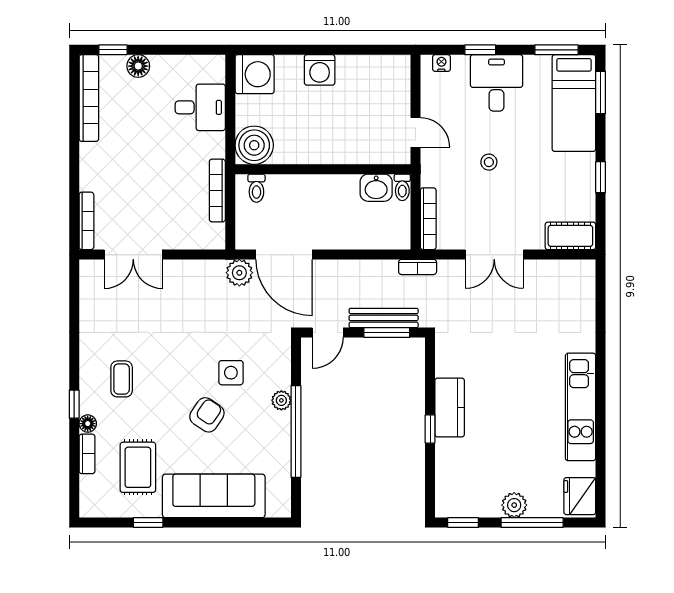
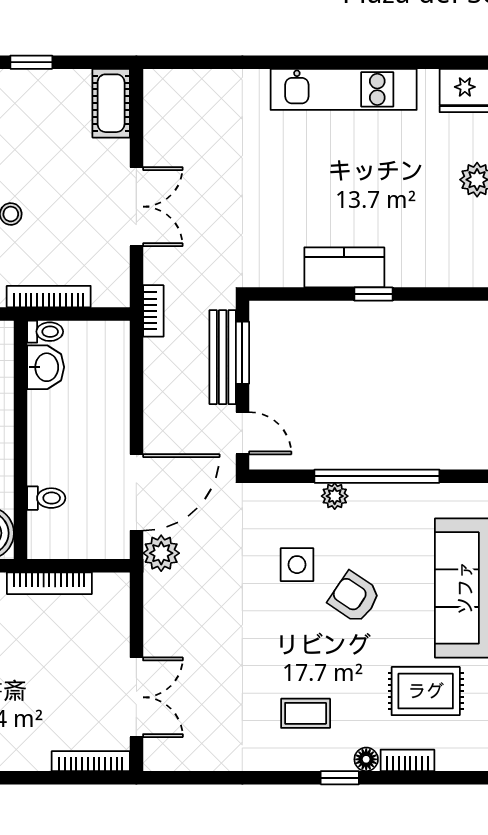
toilet: (256, 188) -> (46, 498), moved
bookcase: (428, 219) -> (49, 297), moved

